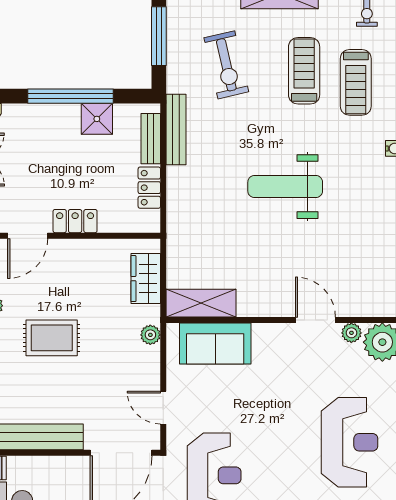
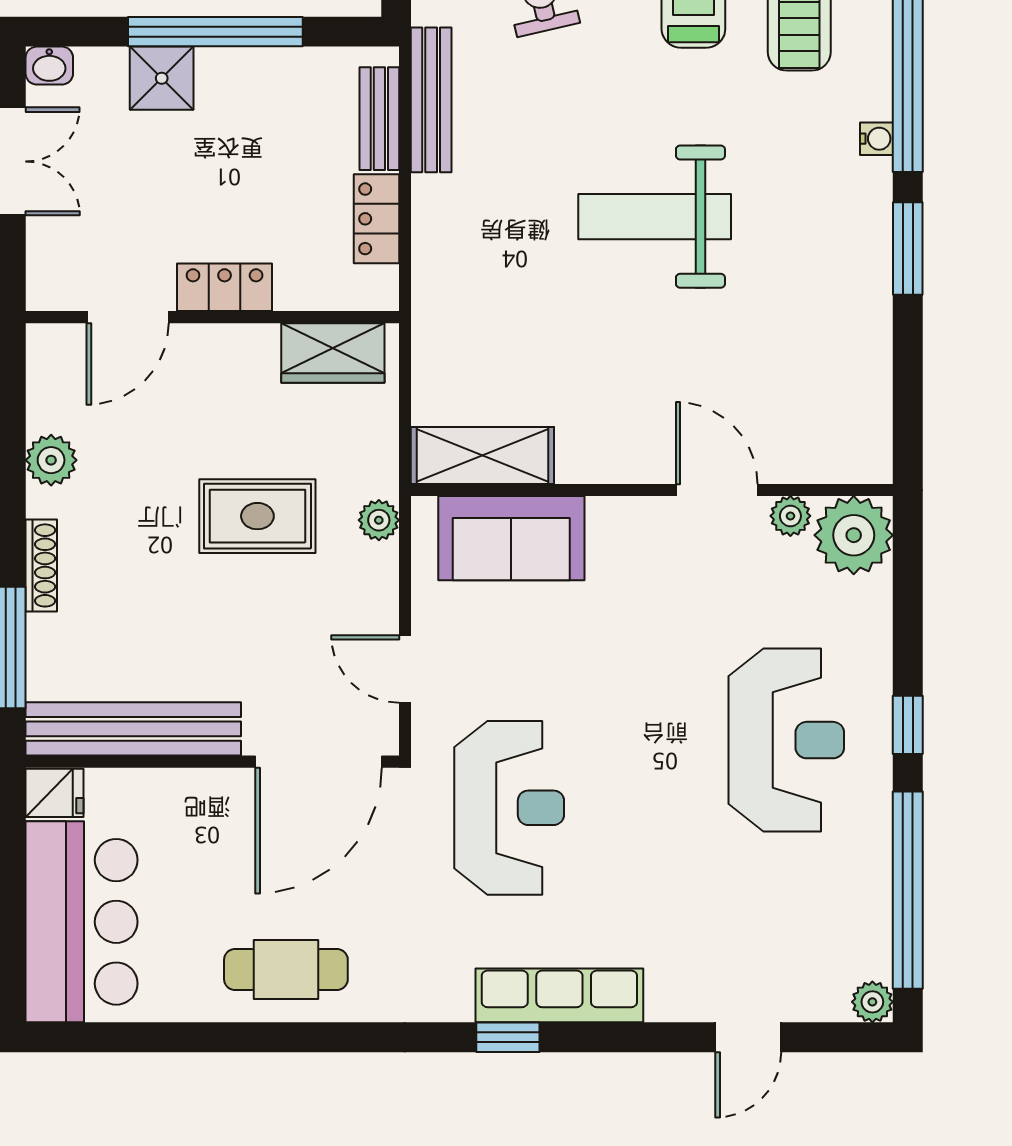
shower: (97, 119) -> (162, 78), moved
wardrobe: (146, 279) -> (333, 353), moved, turned -90
rug: (52, 338) -> (257, 516), moved

